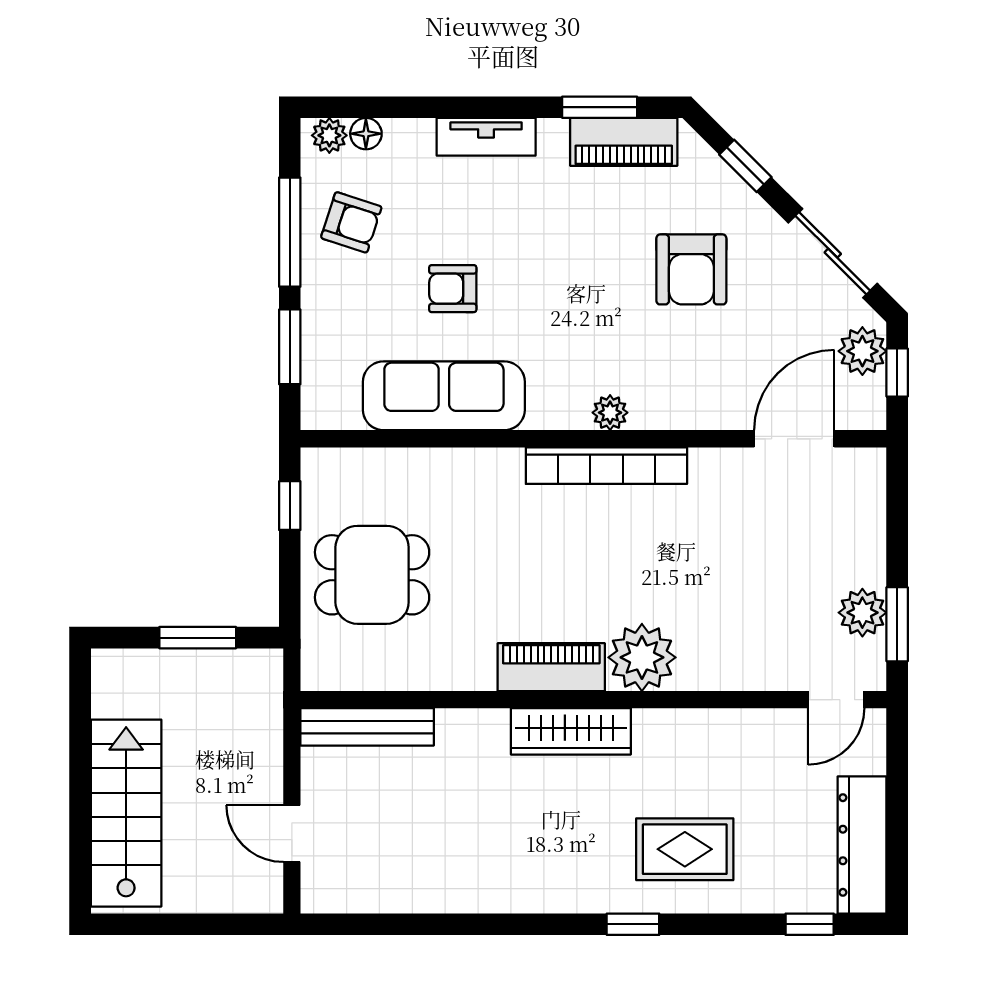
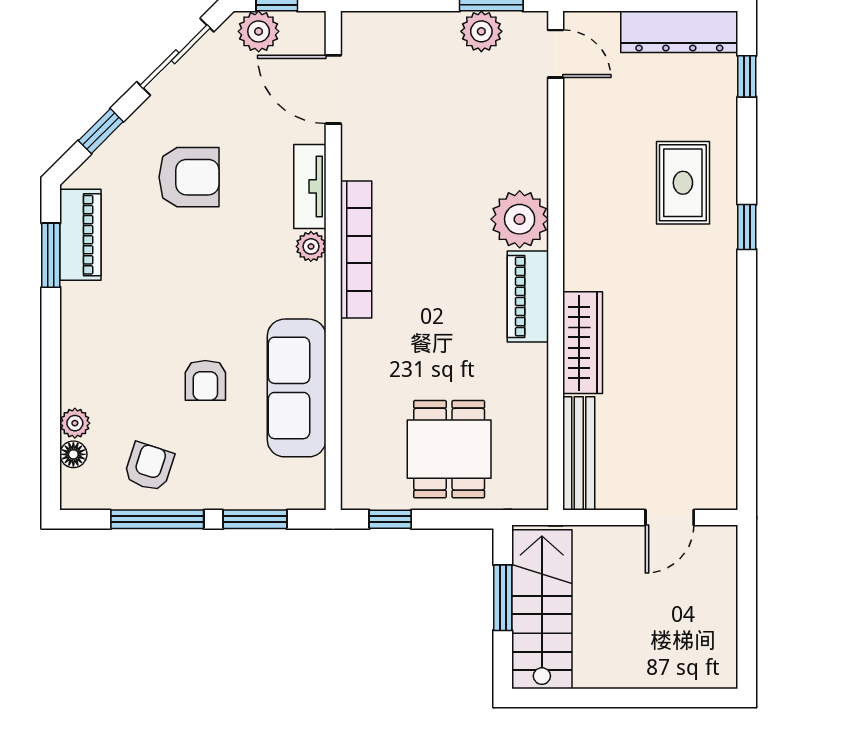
plant: (329, 135) -> (75, 423), moved
tv unit: (486, 137) -> (310, 186), moved, turned 180
wardrobe: (571, 731) -> (583, 343), moved
stairs: (126, 813) -> (542, 609), moved, turned 90

